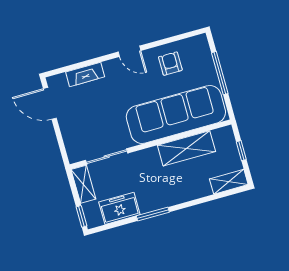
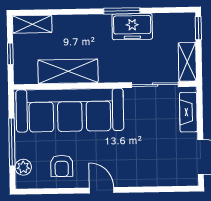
plant: (204, 54) -> (23, 167), added
fireplace: (85, 74) -> (188, 112), moved, turned -90
freezer: (119, 208) -> (132, 27), moved

